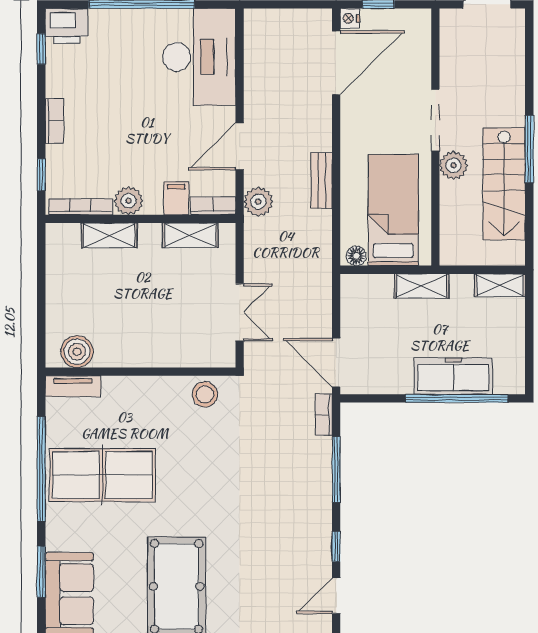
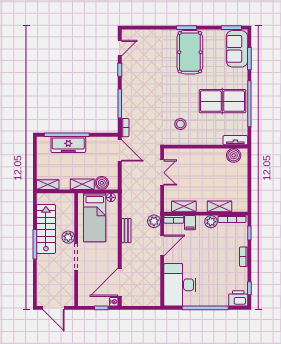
boiler: (377, 289) -> (102, 183), added
double door: (240, 312) -> (162, 173), swing flipped
stool: (205, 394) -> (180, 124), moved

